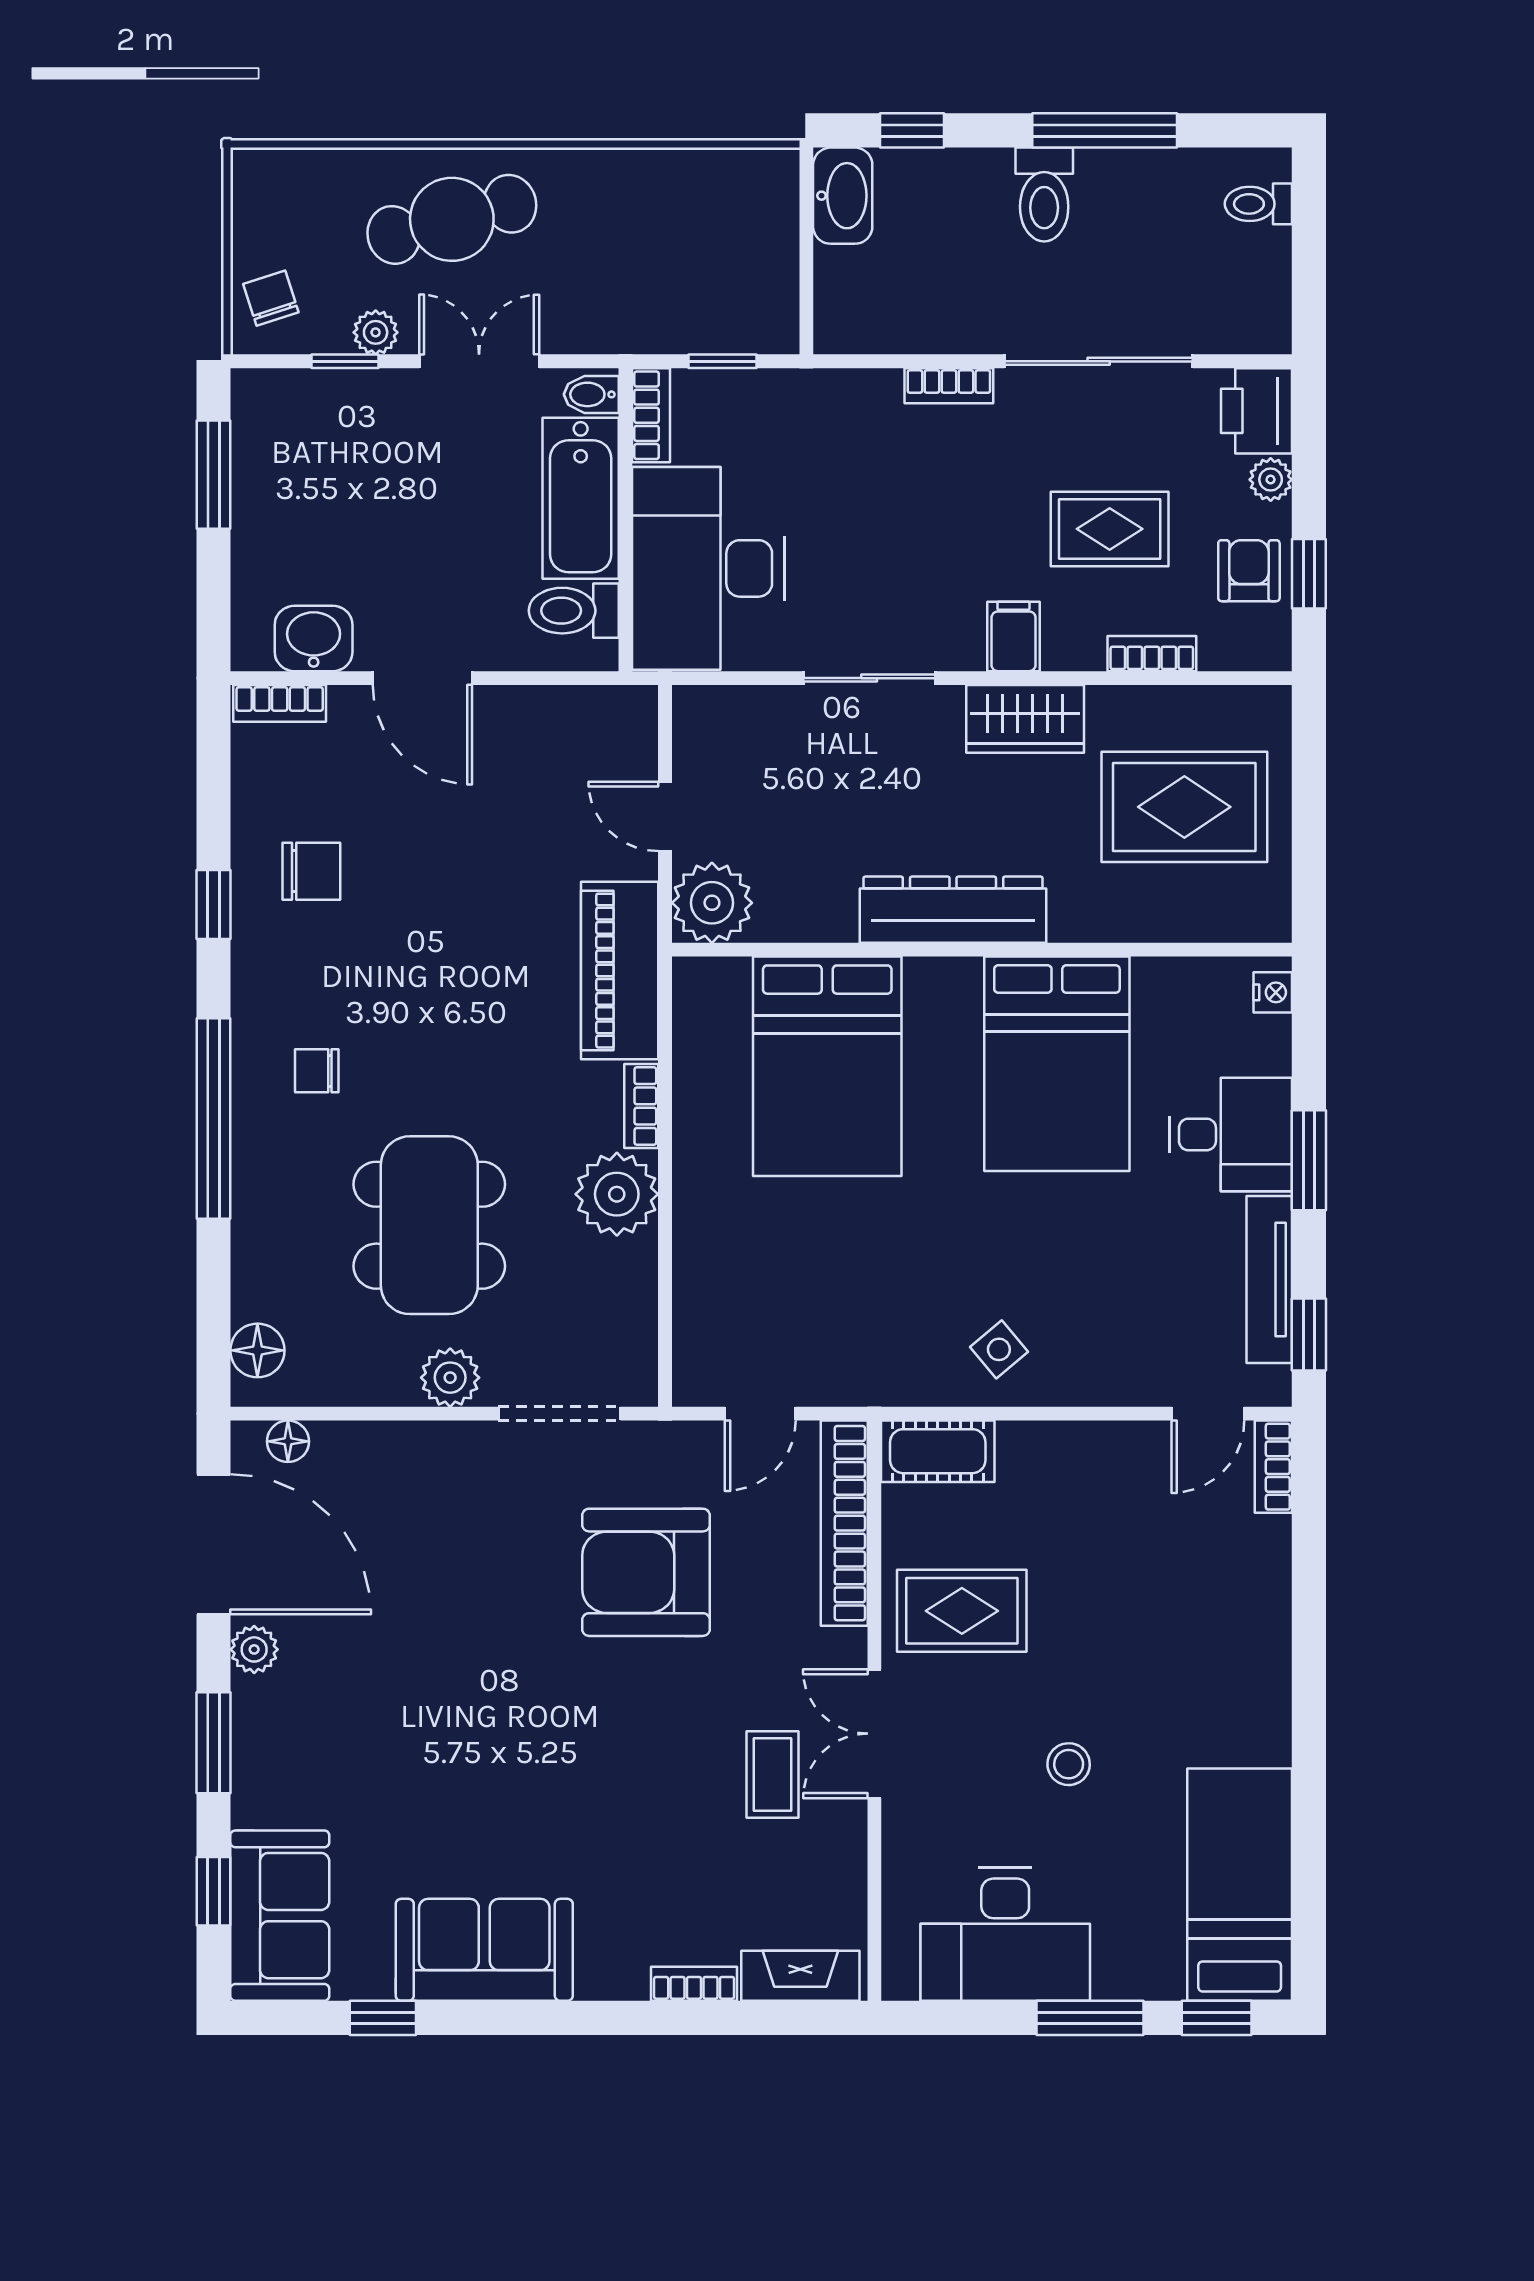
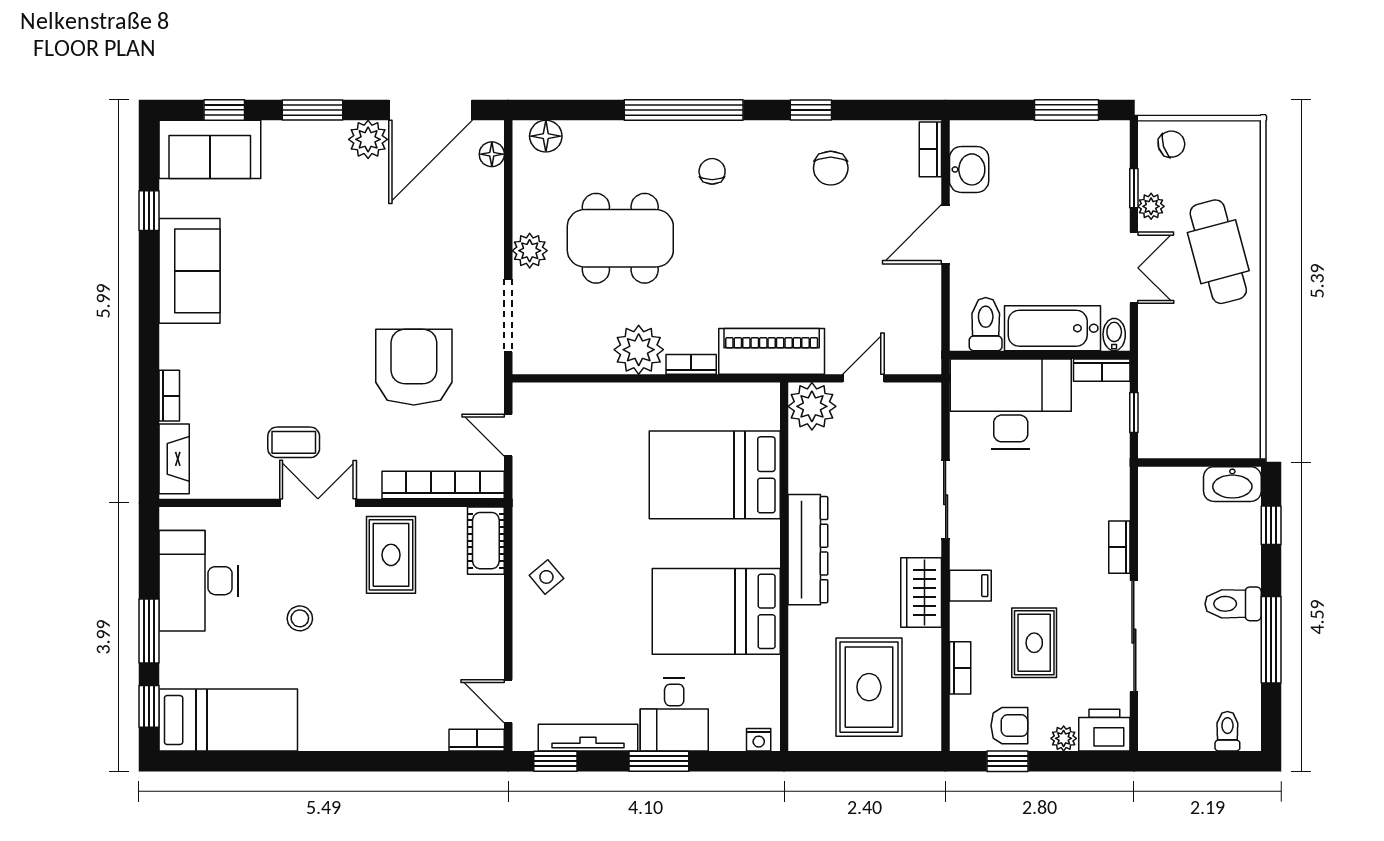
plant: (254, 1649) -> (368, 139), width x1.38, depth x1.38

